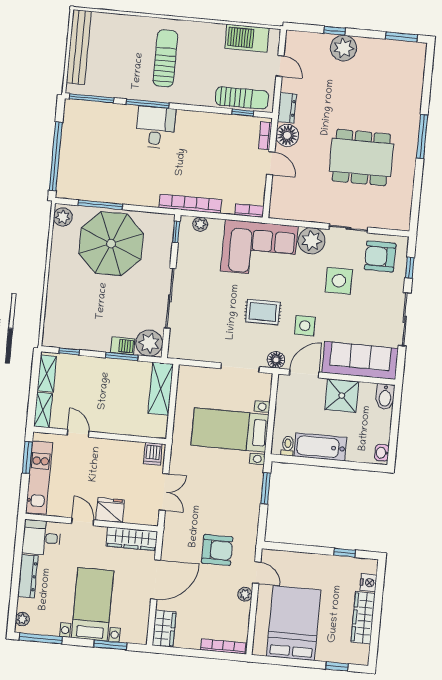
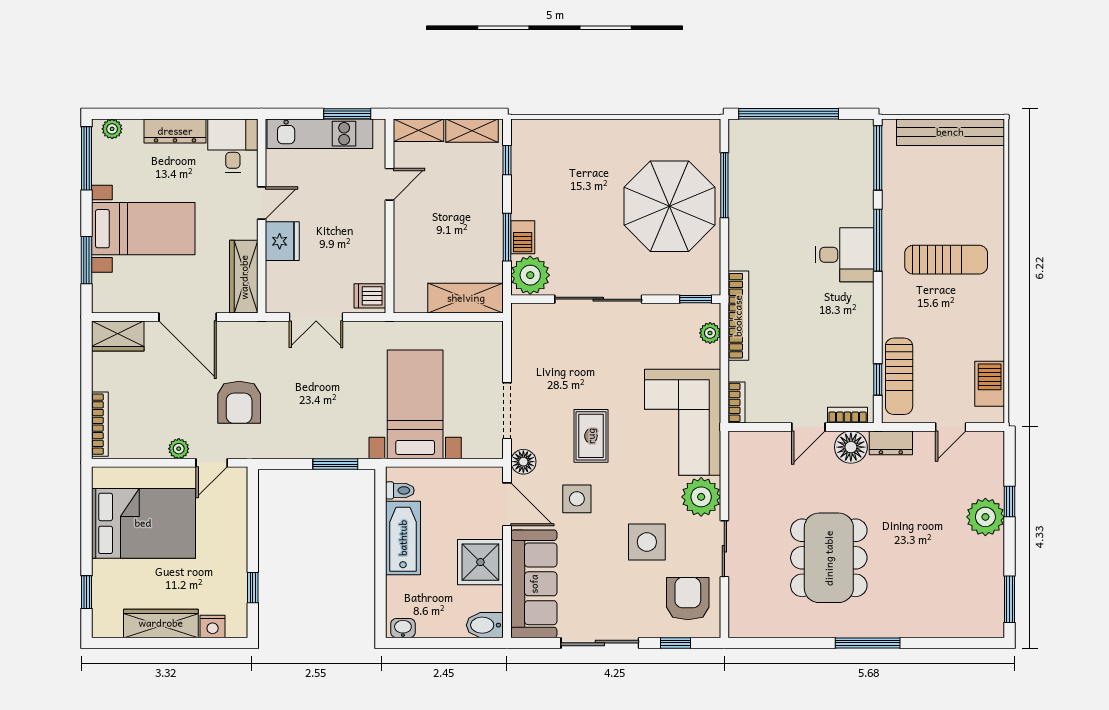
barbecue: (247, 38) -> (990, 384), width x0.73, depth x0.83
plant: (63, 217) -> (702, 132), removed

